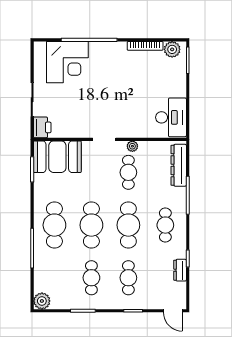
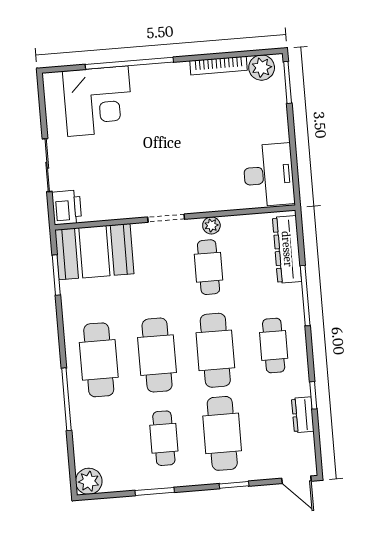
cafe table: (128, 278) -> (222, 433), width x1.37, depth x1.35

